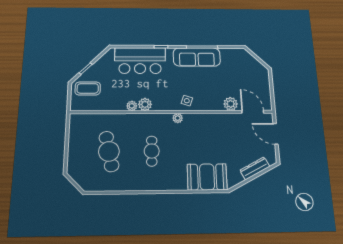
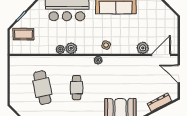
door: (253, 112) -> (161, 55), hinge flipped

